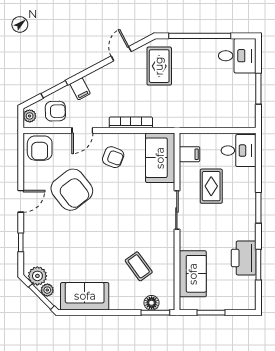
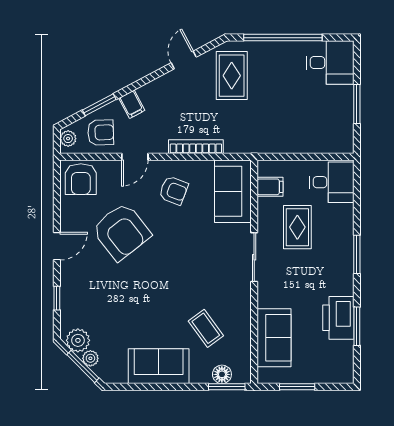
sofa: (85, 296) -> (159, 366), moved

